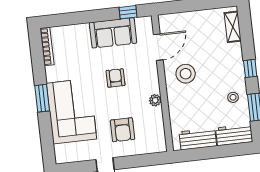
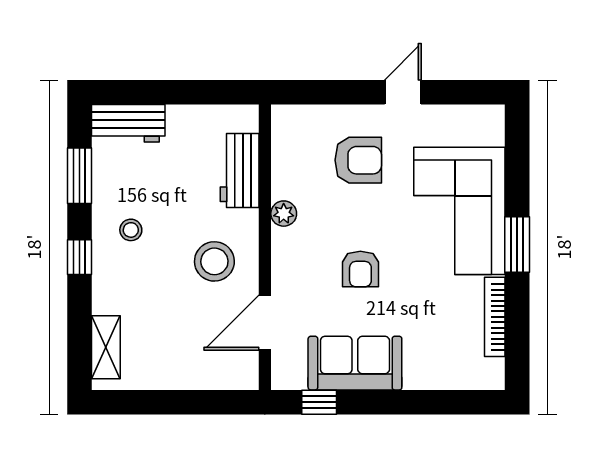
bookcase: (47, 47) -> (495, 317), moved
stool: (233, 97) -> (131, 230), moved
armchair: (123, 130) -> (358, 160), turned 90
workbench: (198, 139) -> (240, 171), moved, turned 90

